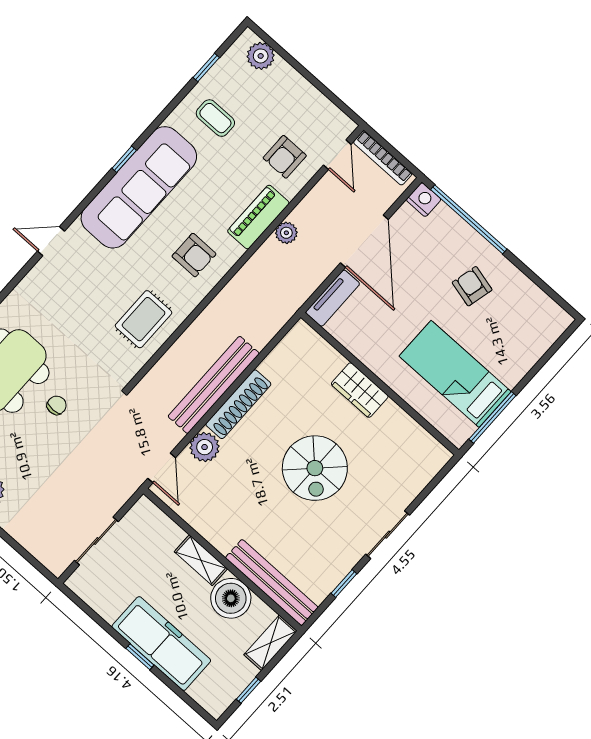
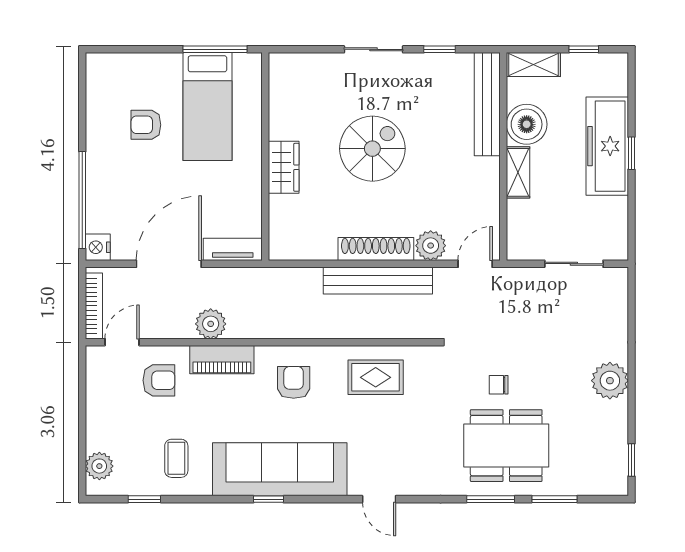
plant: (286, 233) -> (211, 324), width x1.38, depth x1.38
armchair: (472, 286) -> (146, 125), moved, turned 76

